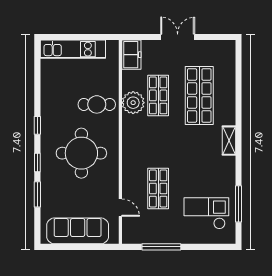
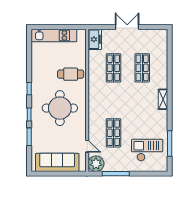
shop shelf: (199, 95) -> (142, 68), width x0.70, depth x0.74
plant: (133, 103) -> (96, 164), moved

